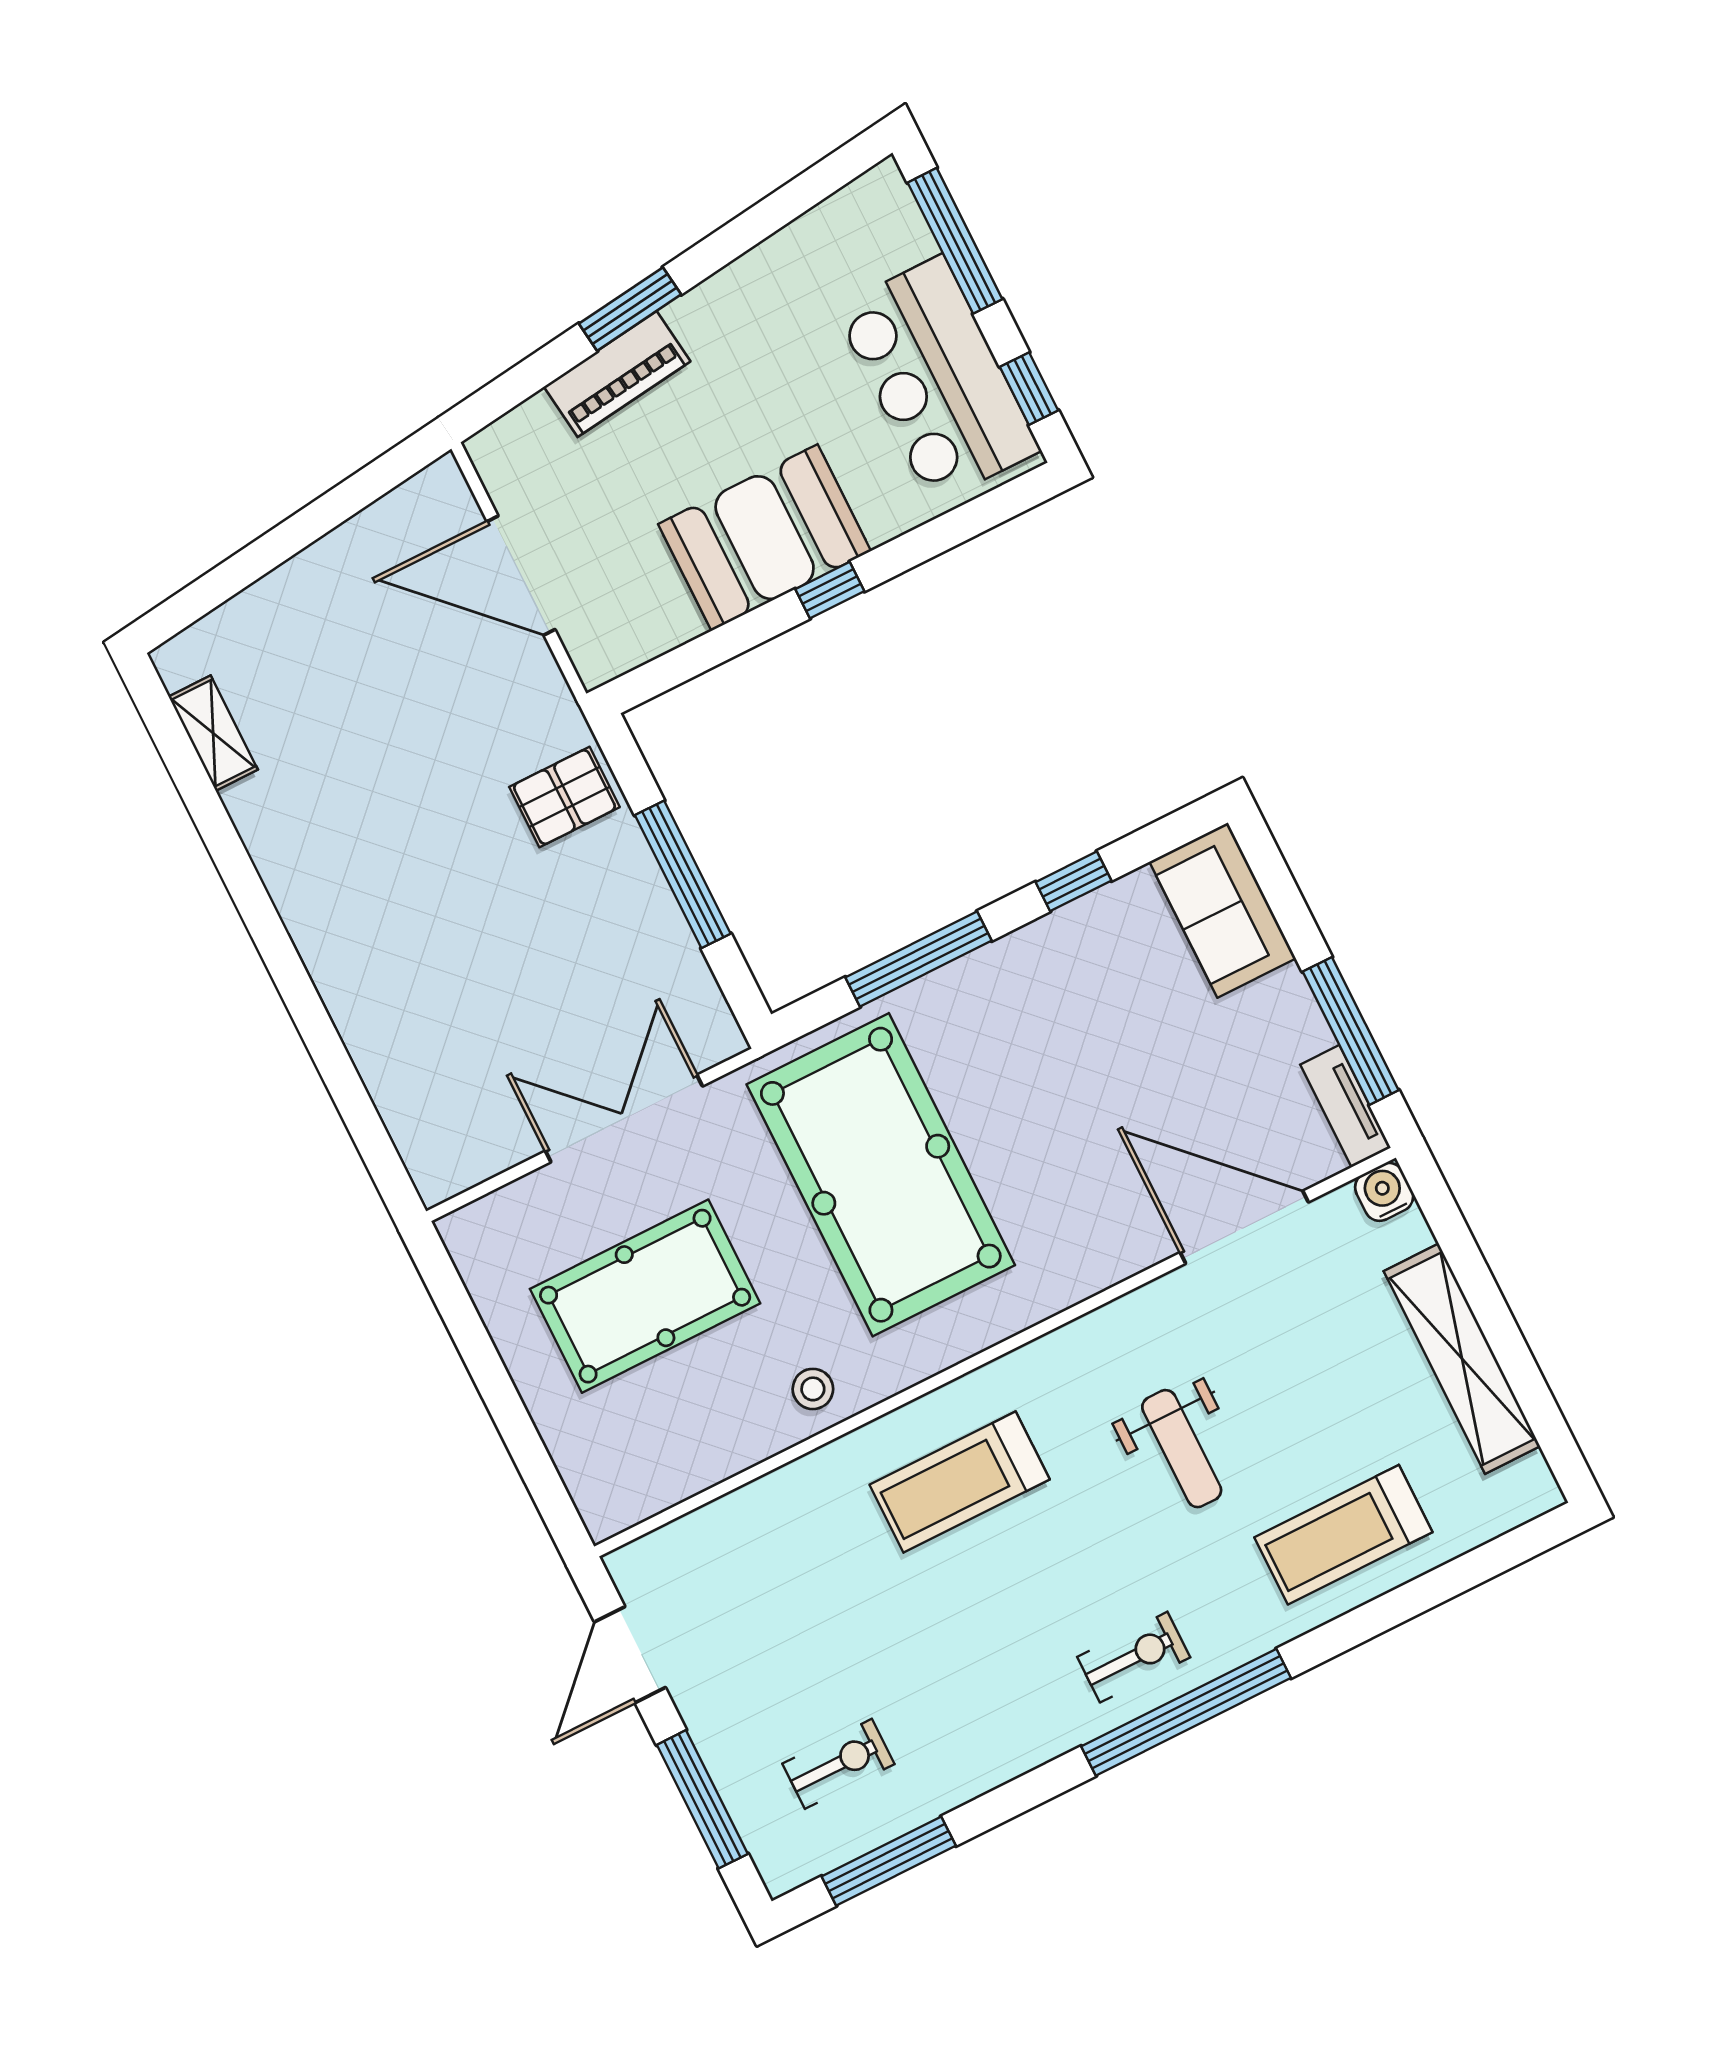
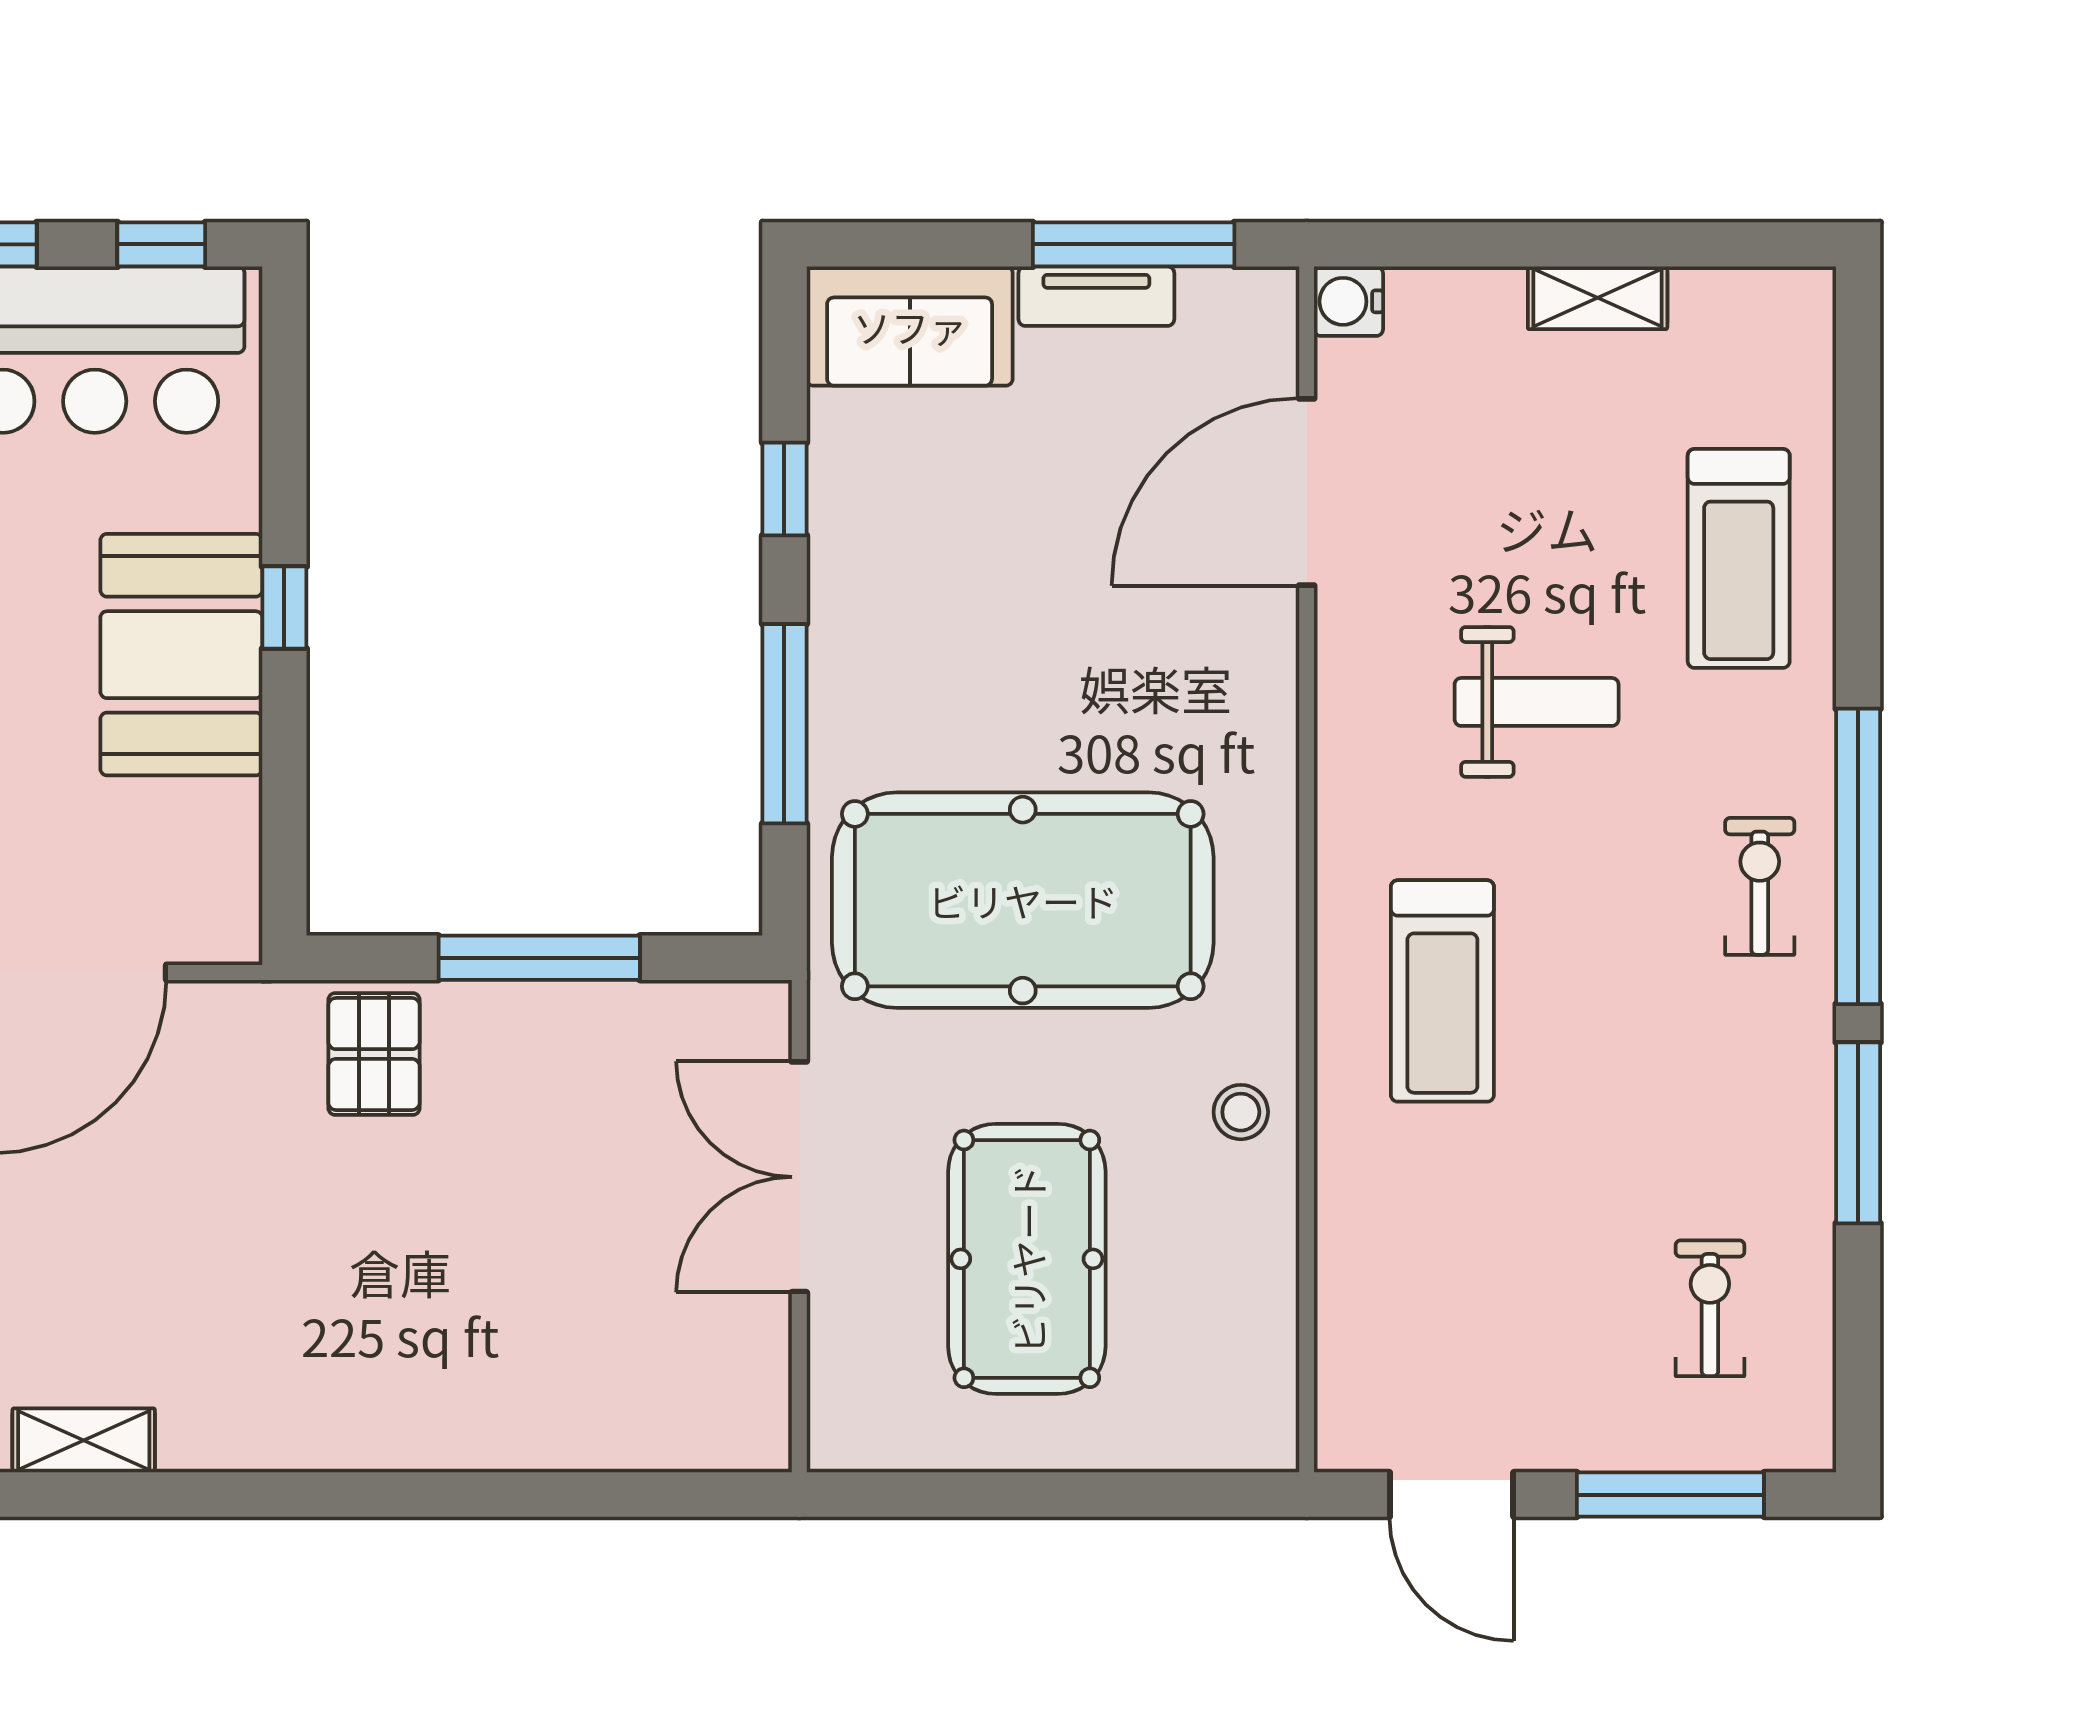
tv unit: (1345, 1106) -> (1096, 296), moved
shelving: (1462, 1359) -> (1598, 298), width x0.45, depth x0.75
window: (889, 1861) -> (1858, 1133), moved

